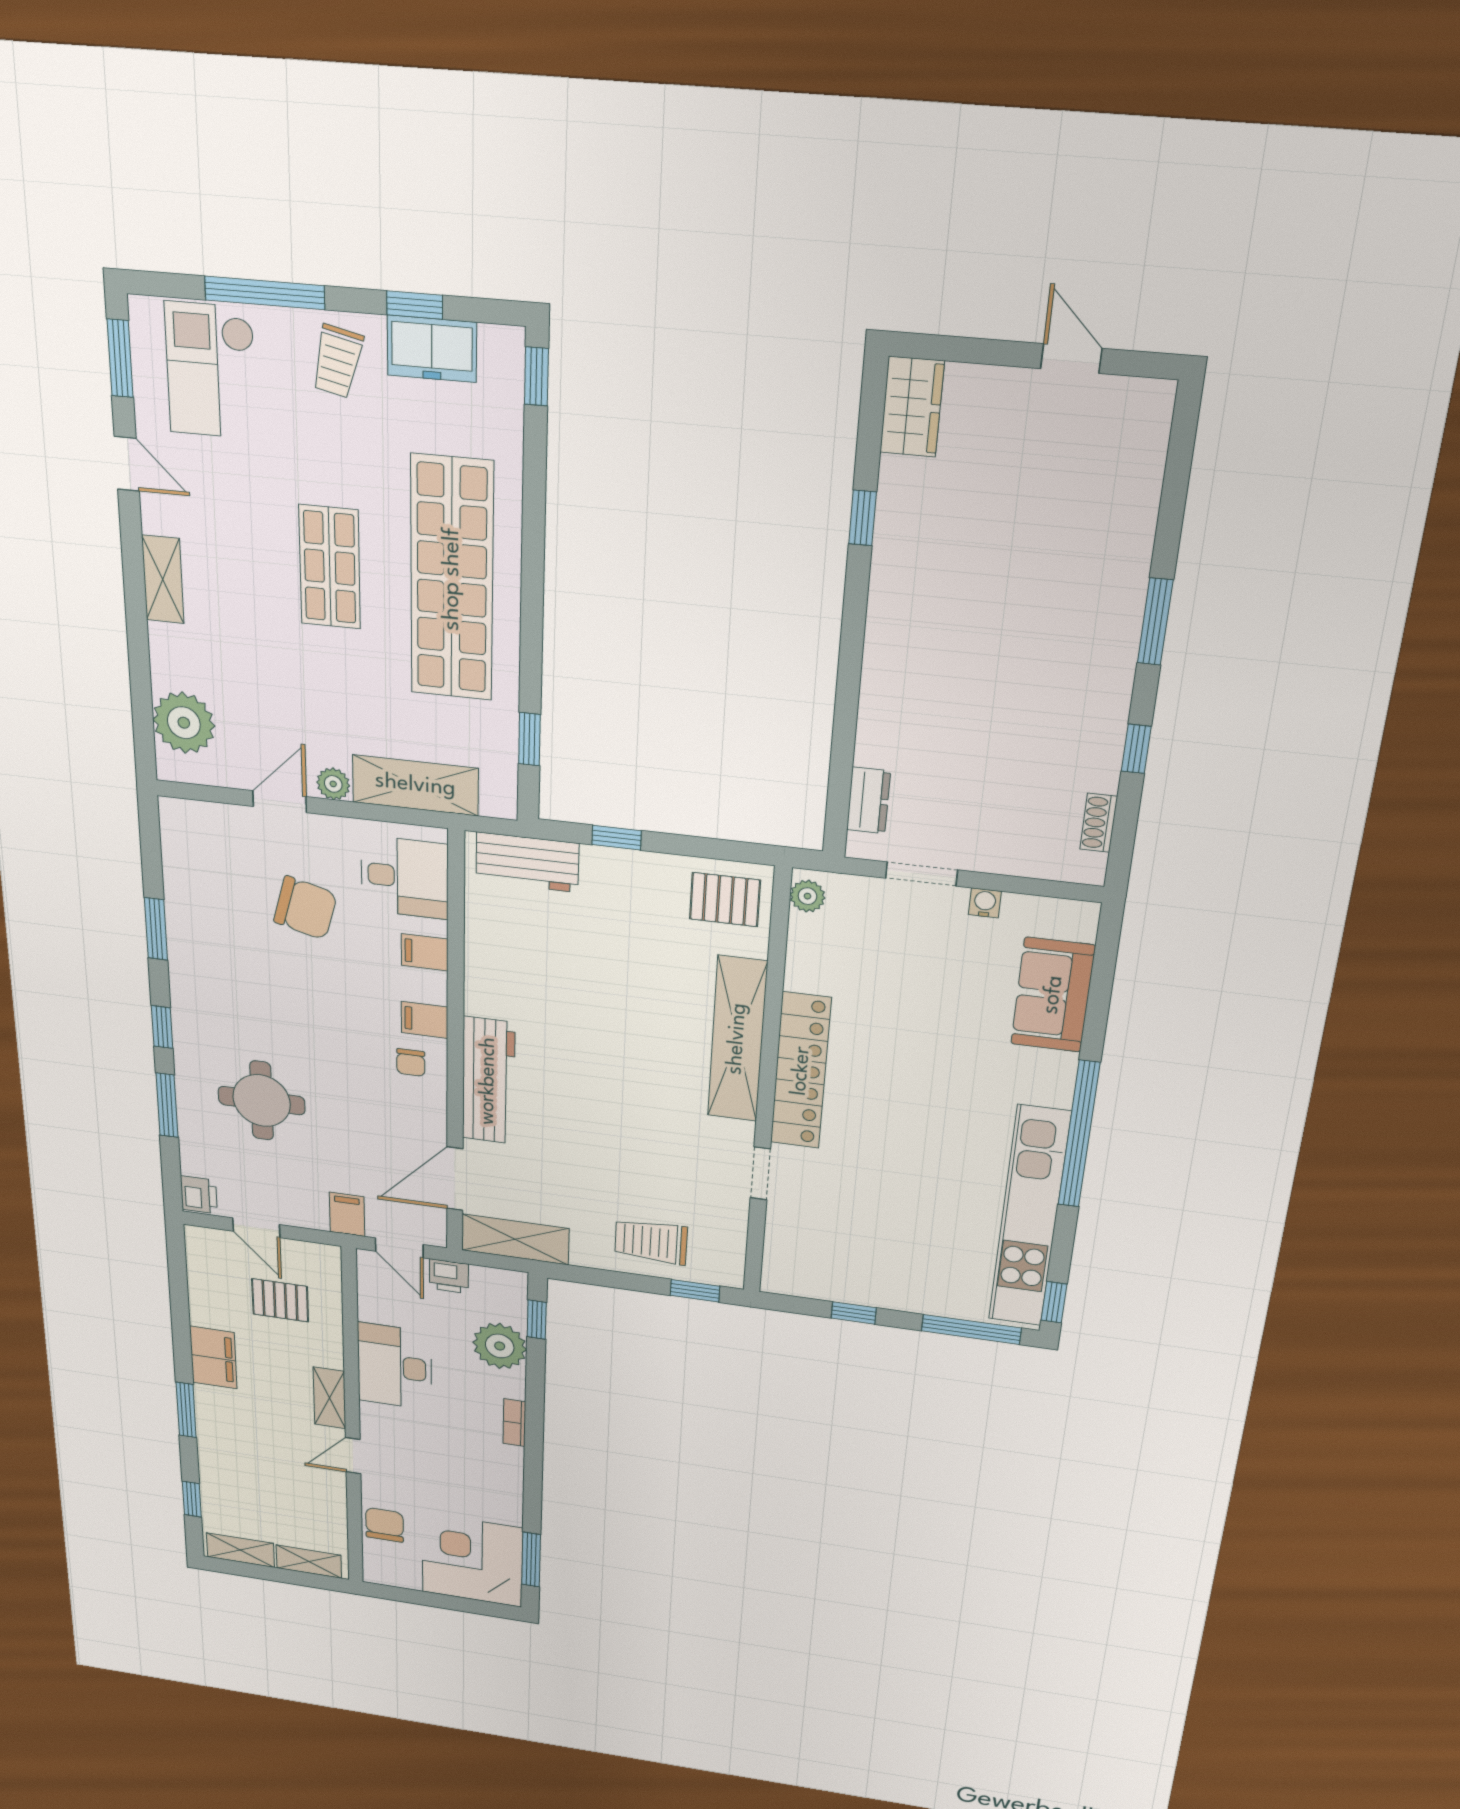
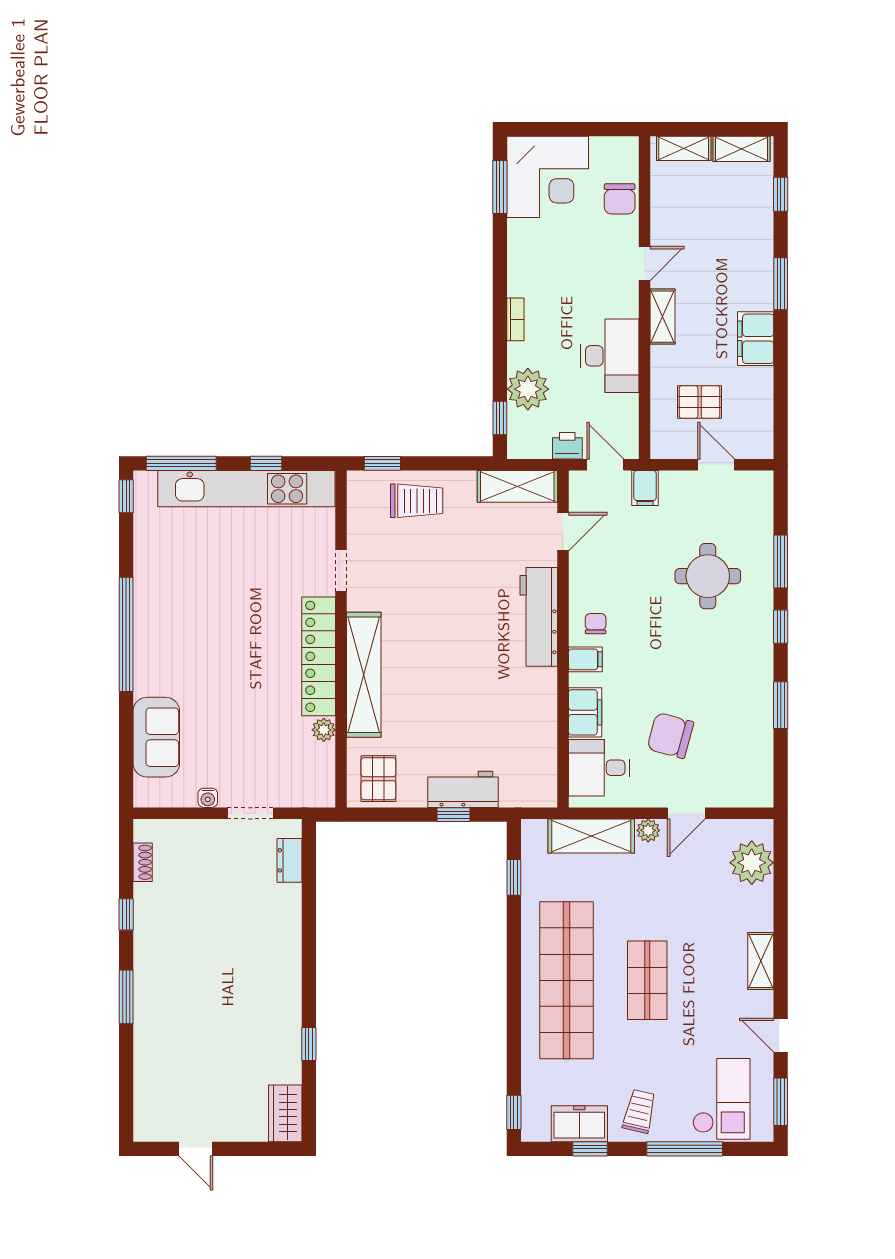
workbench: (527, 862) -> (463, 789), moved
plant: (807, 896) -> (324, 730), moved
pallet: (725, 900) -> (378, 779), turned 90
filing cabinet: (425, 952) -> (585, 712), width x2.00
door: (455, 1179) -> (563, 532), width x0.73
printer: (199, 1195) -> (760, 487), removed
kitchen unit: (1029, 1217) -> (246, 489), moved, turned 90

